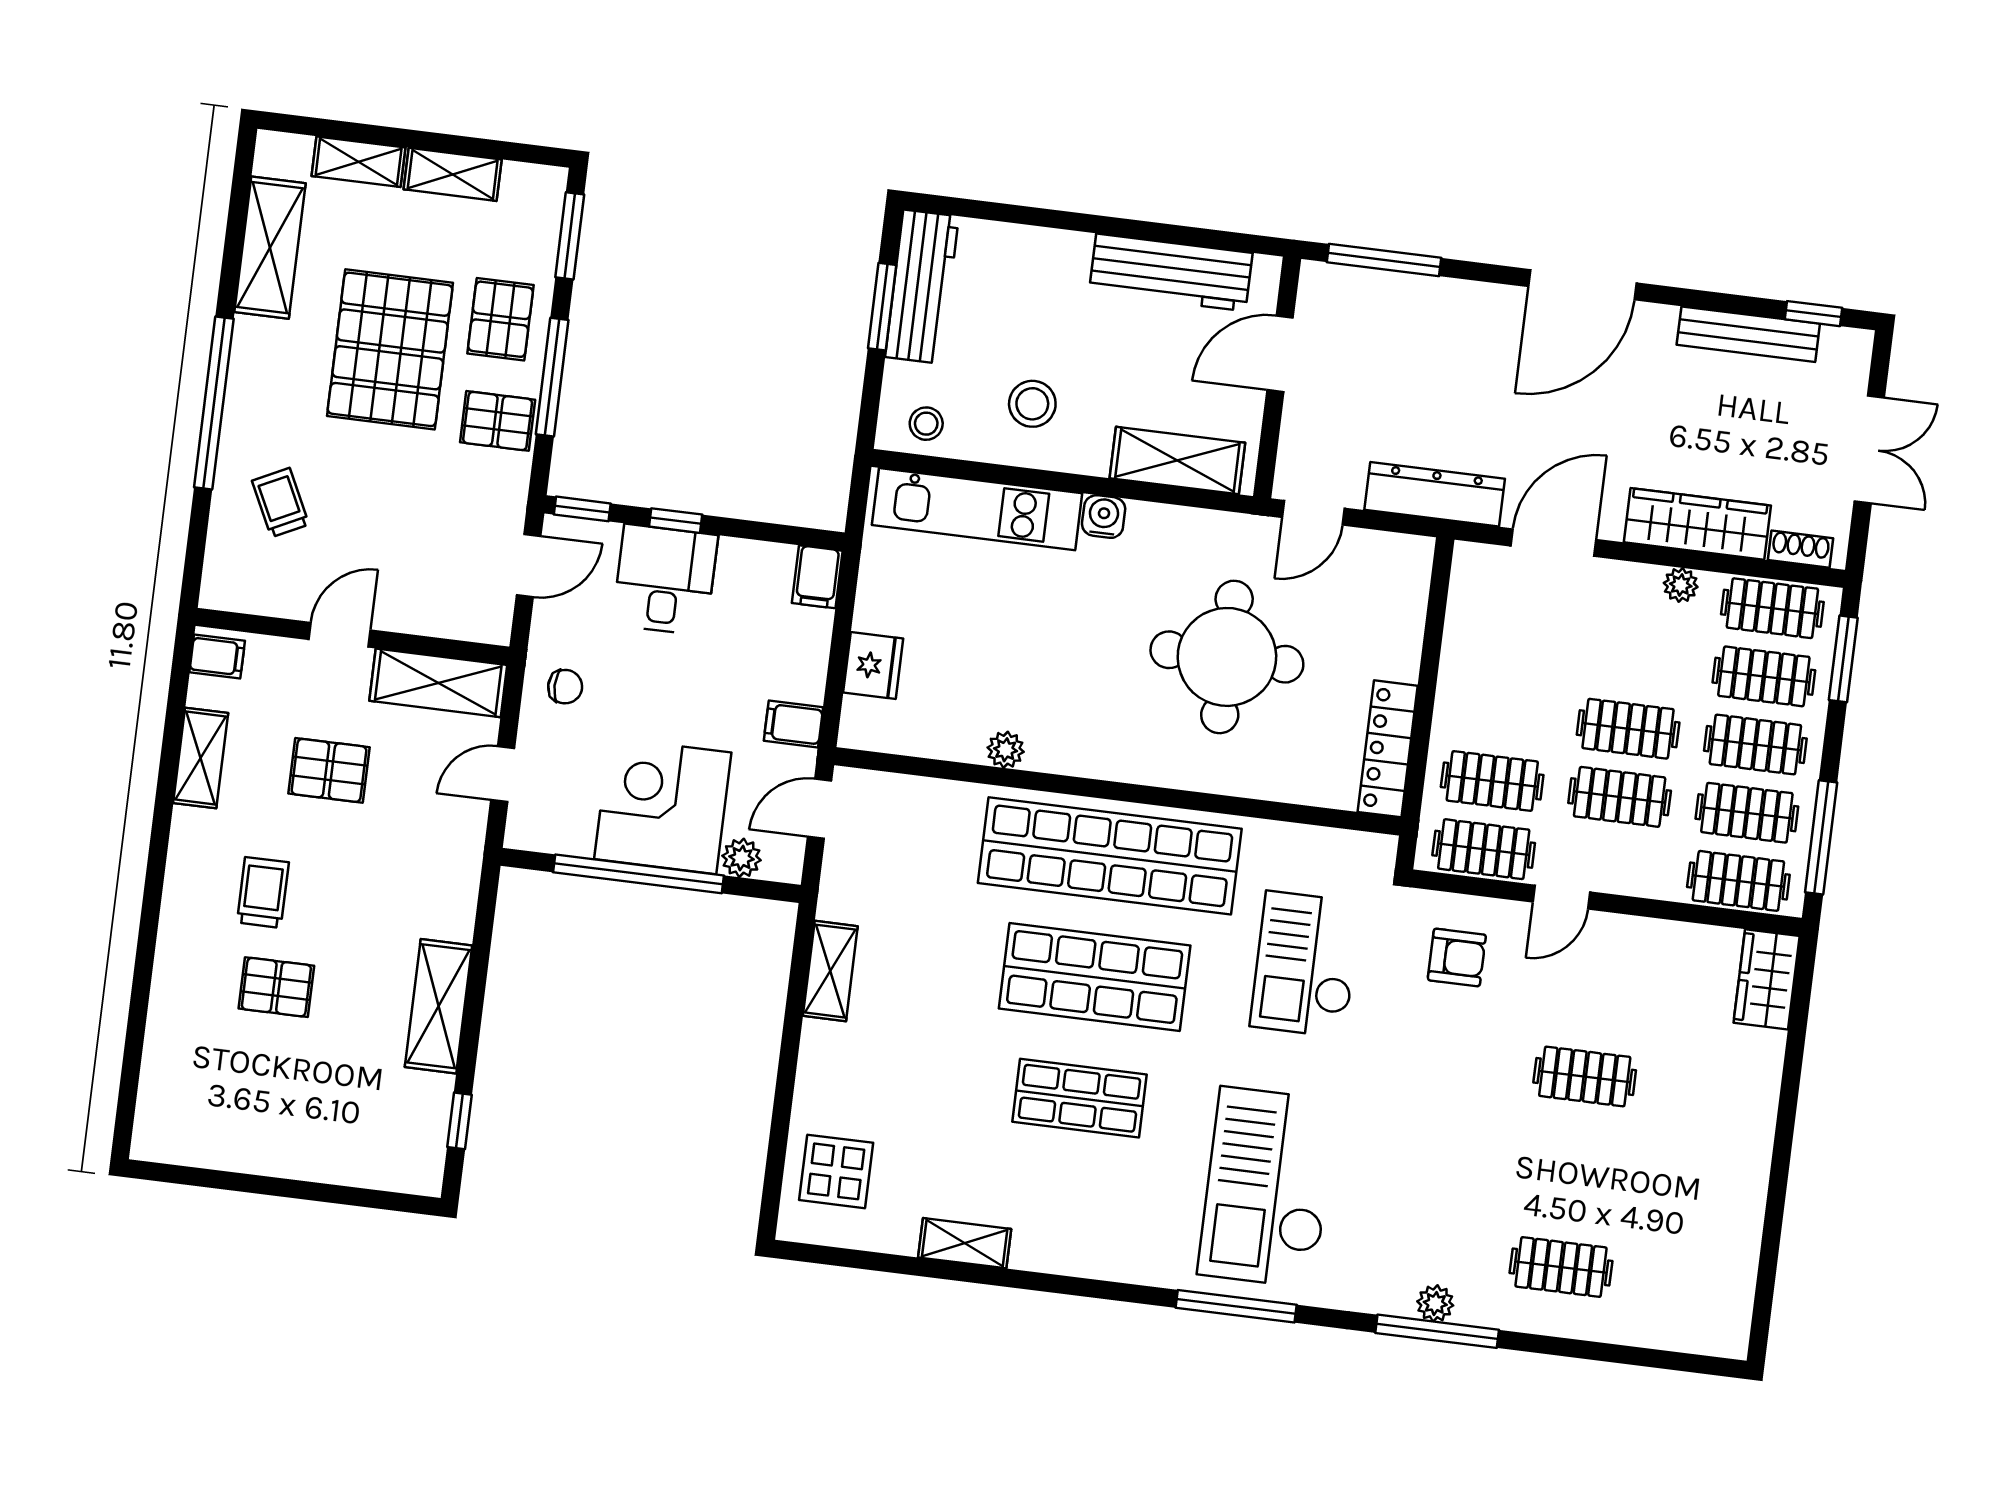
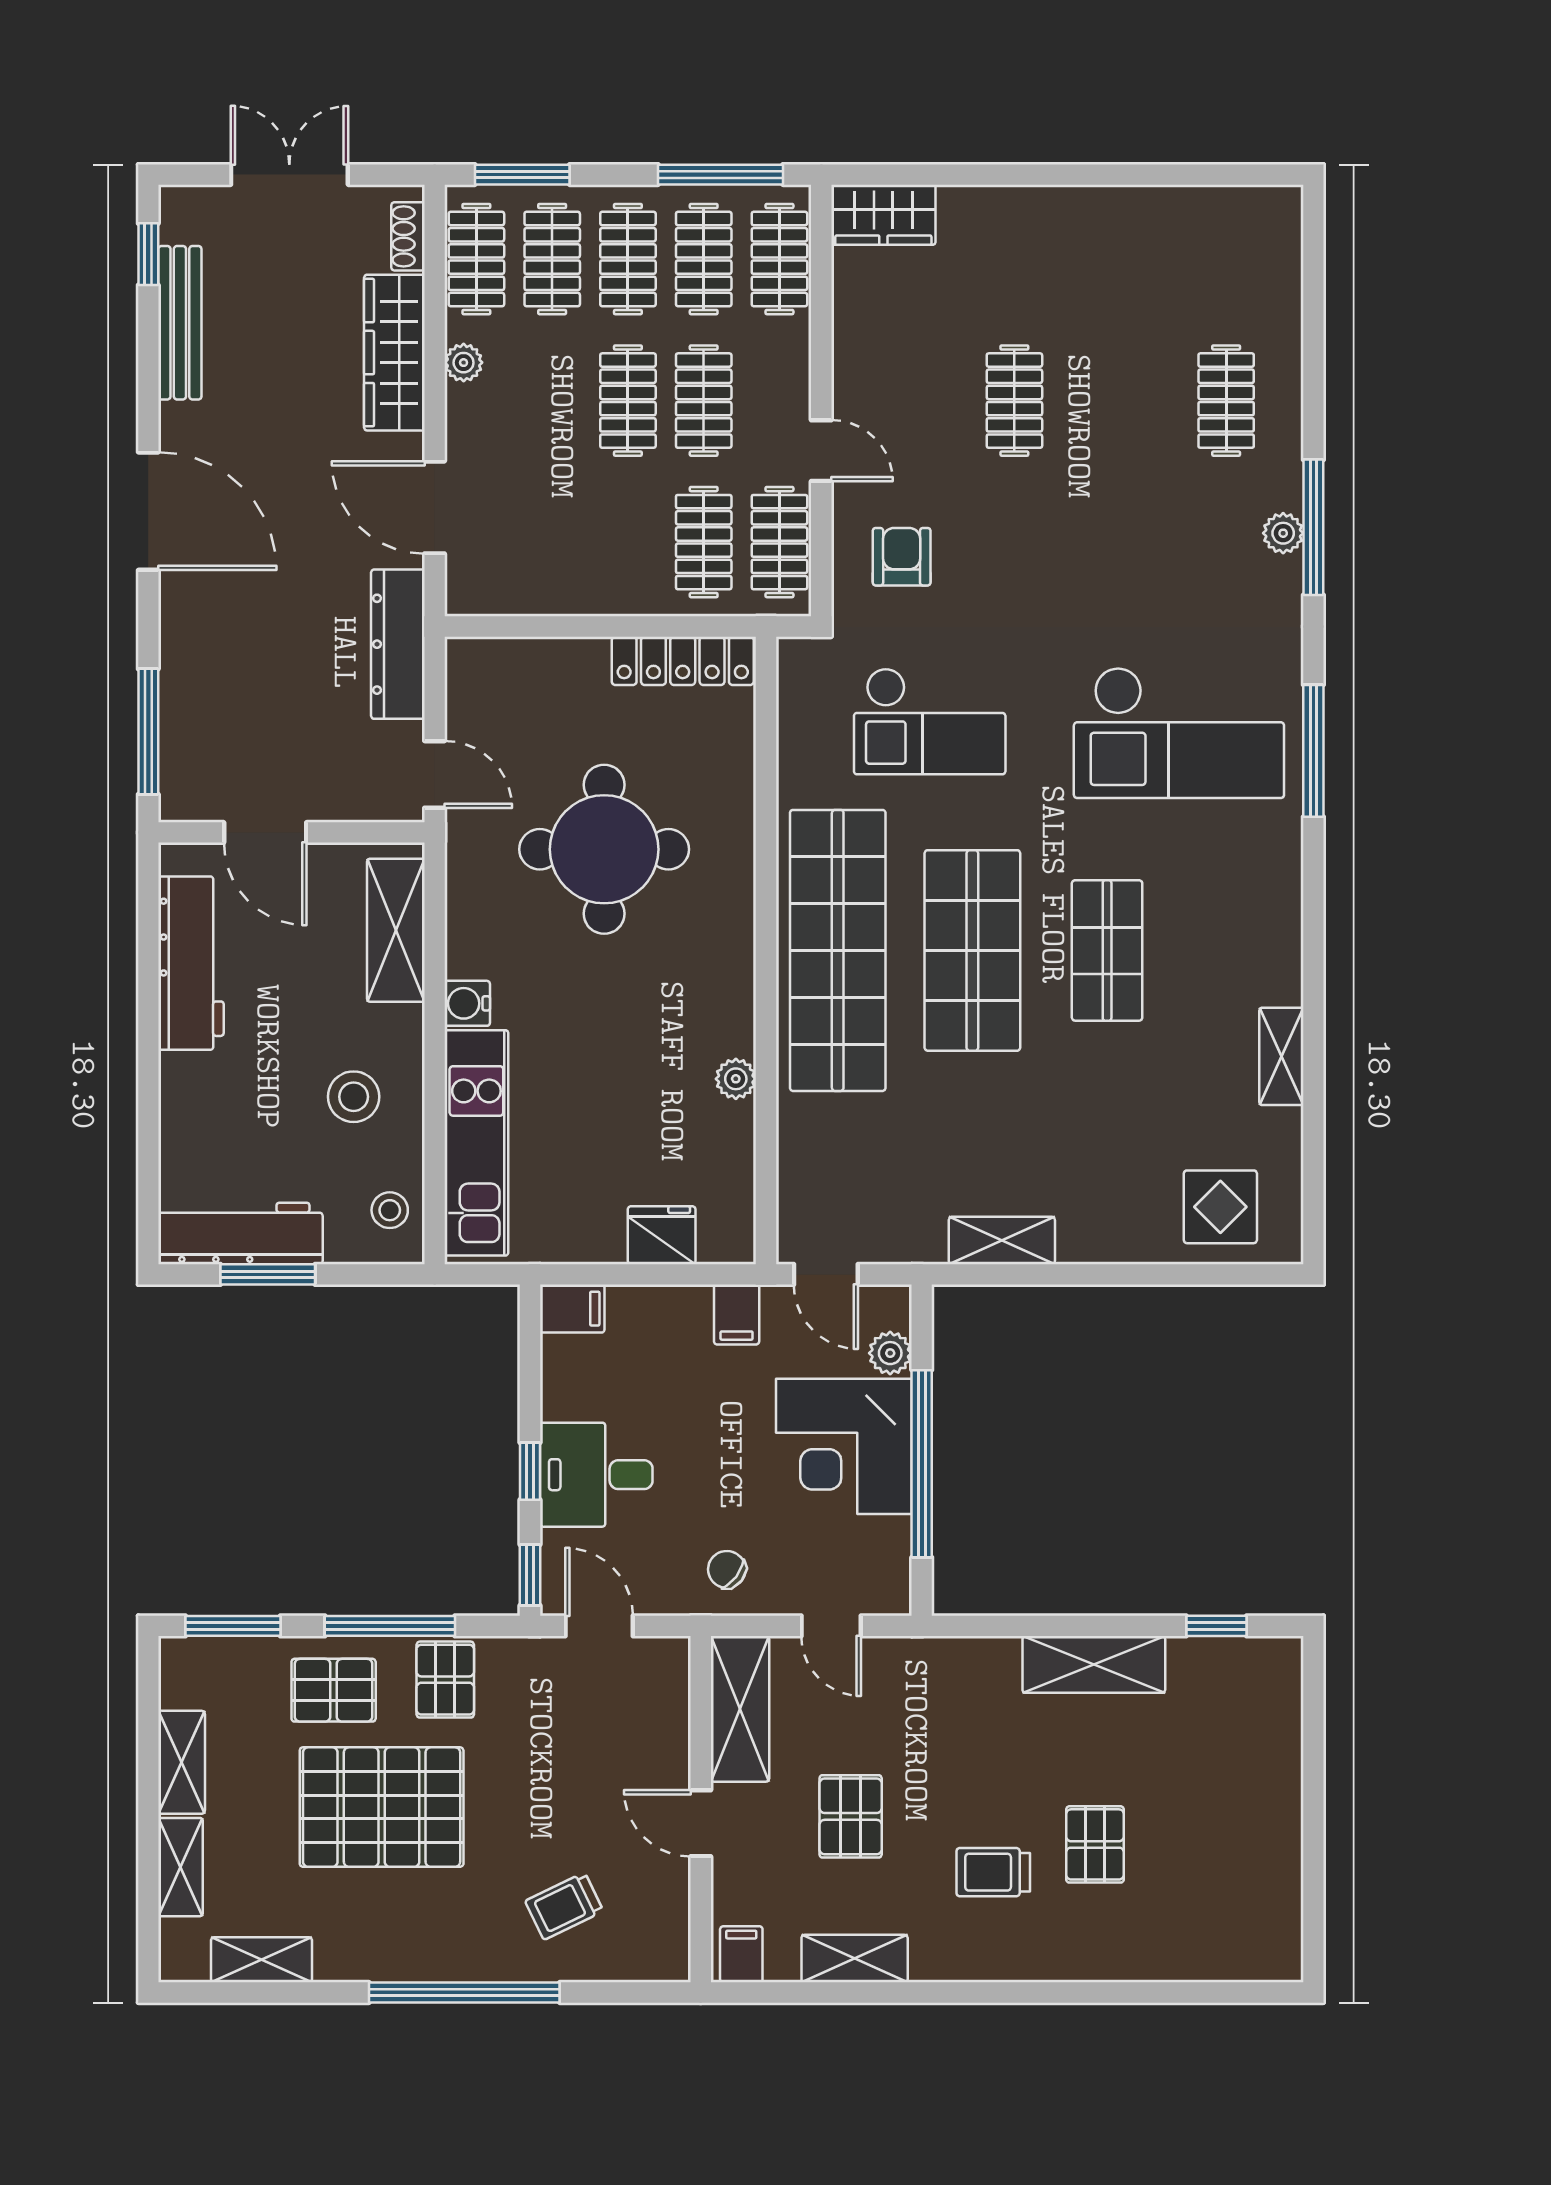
shelving: (270, 248) -> (261, 1960), width x0.67, depth x0.75
chair: (565, 687) -> (727, 1569), turned -53

